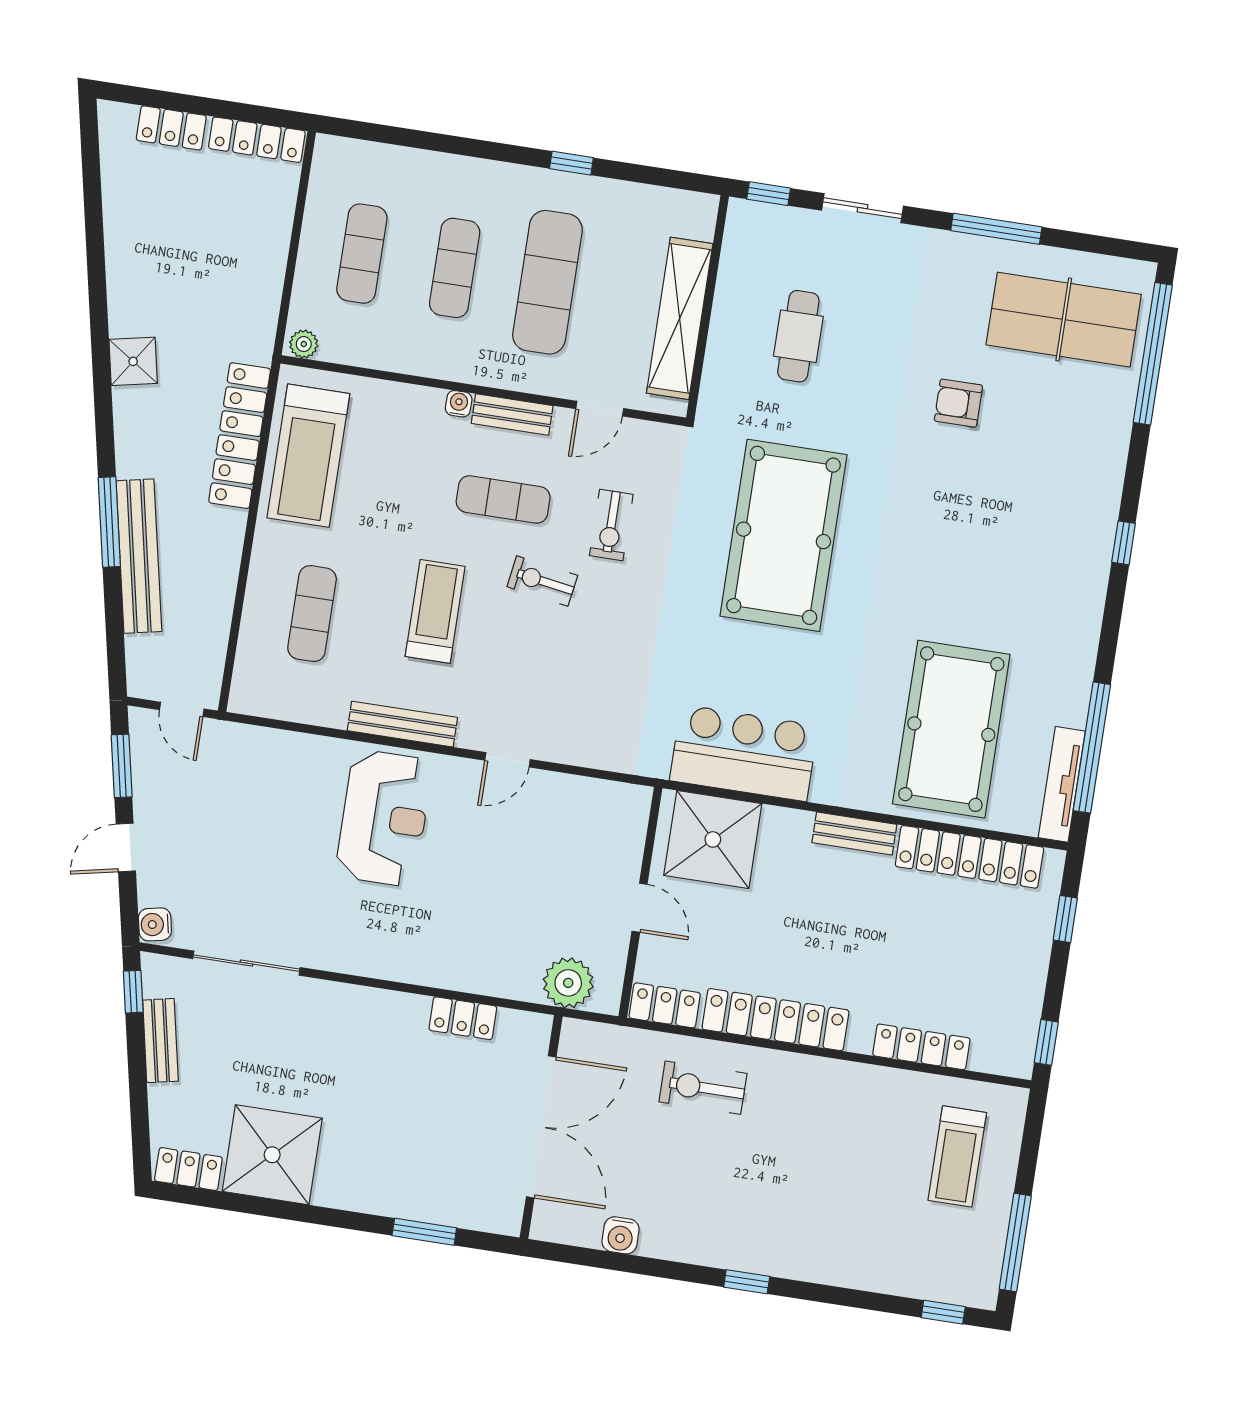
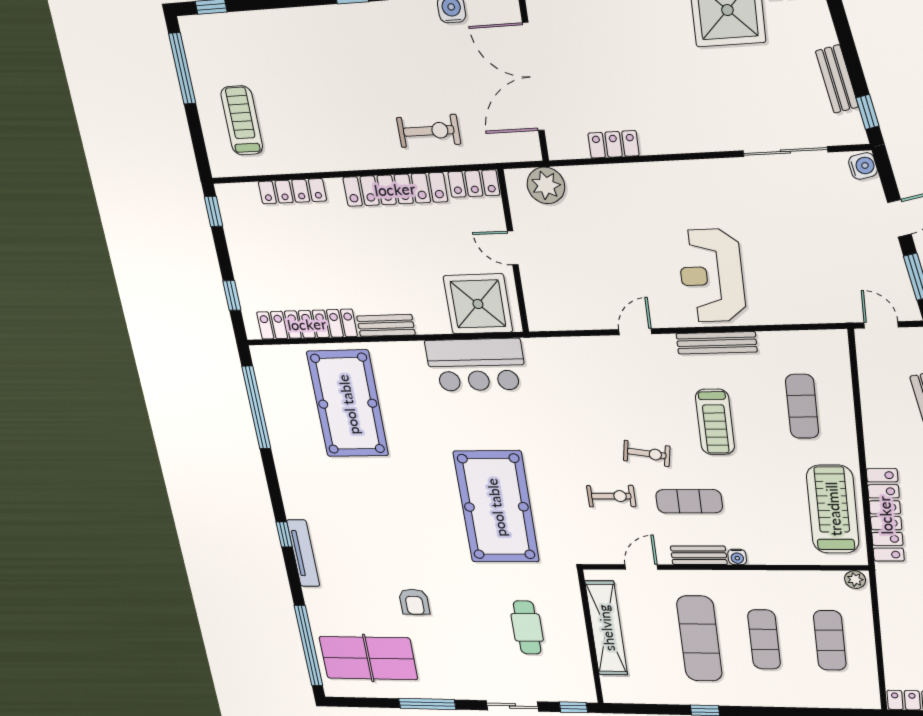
armchair: (958, 403) -> (414, 602), turned 90
exercise bike: (611, 525) -> (611, 496), turned 90
tv unit: (1062, 784) -> (303, 553), moved

